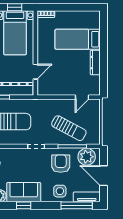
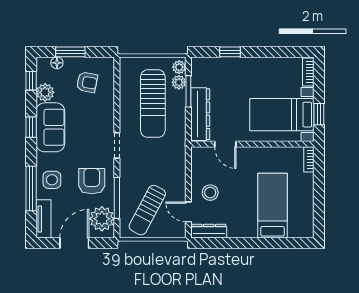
dresser: (95, 63) -> (209, 231), moved
stool: (69, 82) -> (210, 193), added
sun lounger: (69, 128) -> (147, 210), moved
armchair: (61, 164) -> (92, 181), turned -90
window: (77, 205) -> (31, 188), moved

